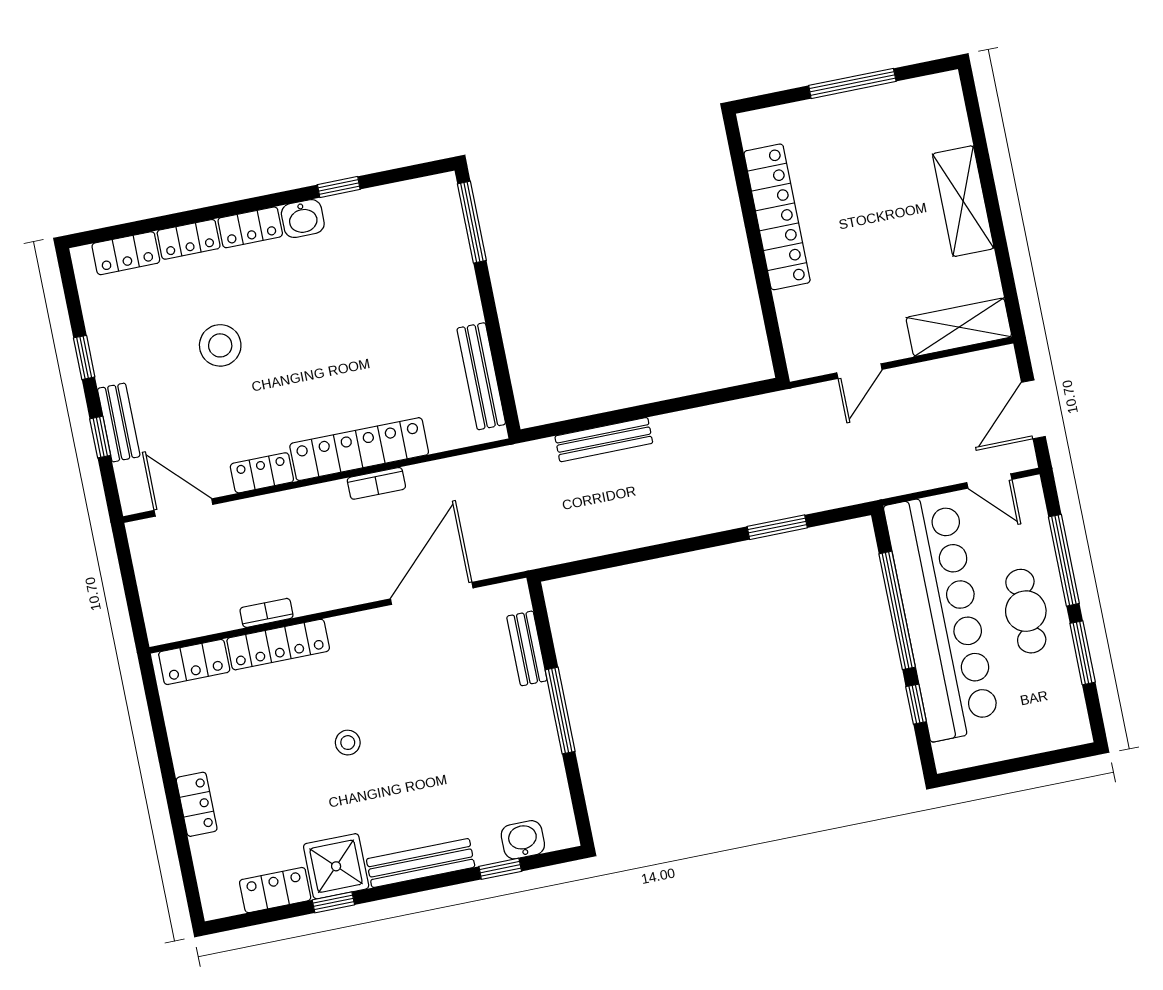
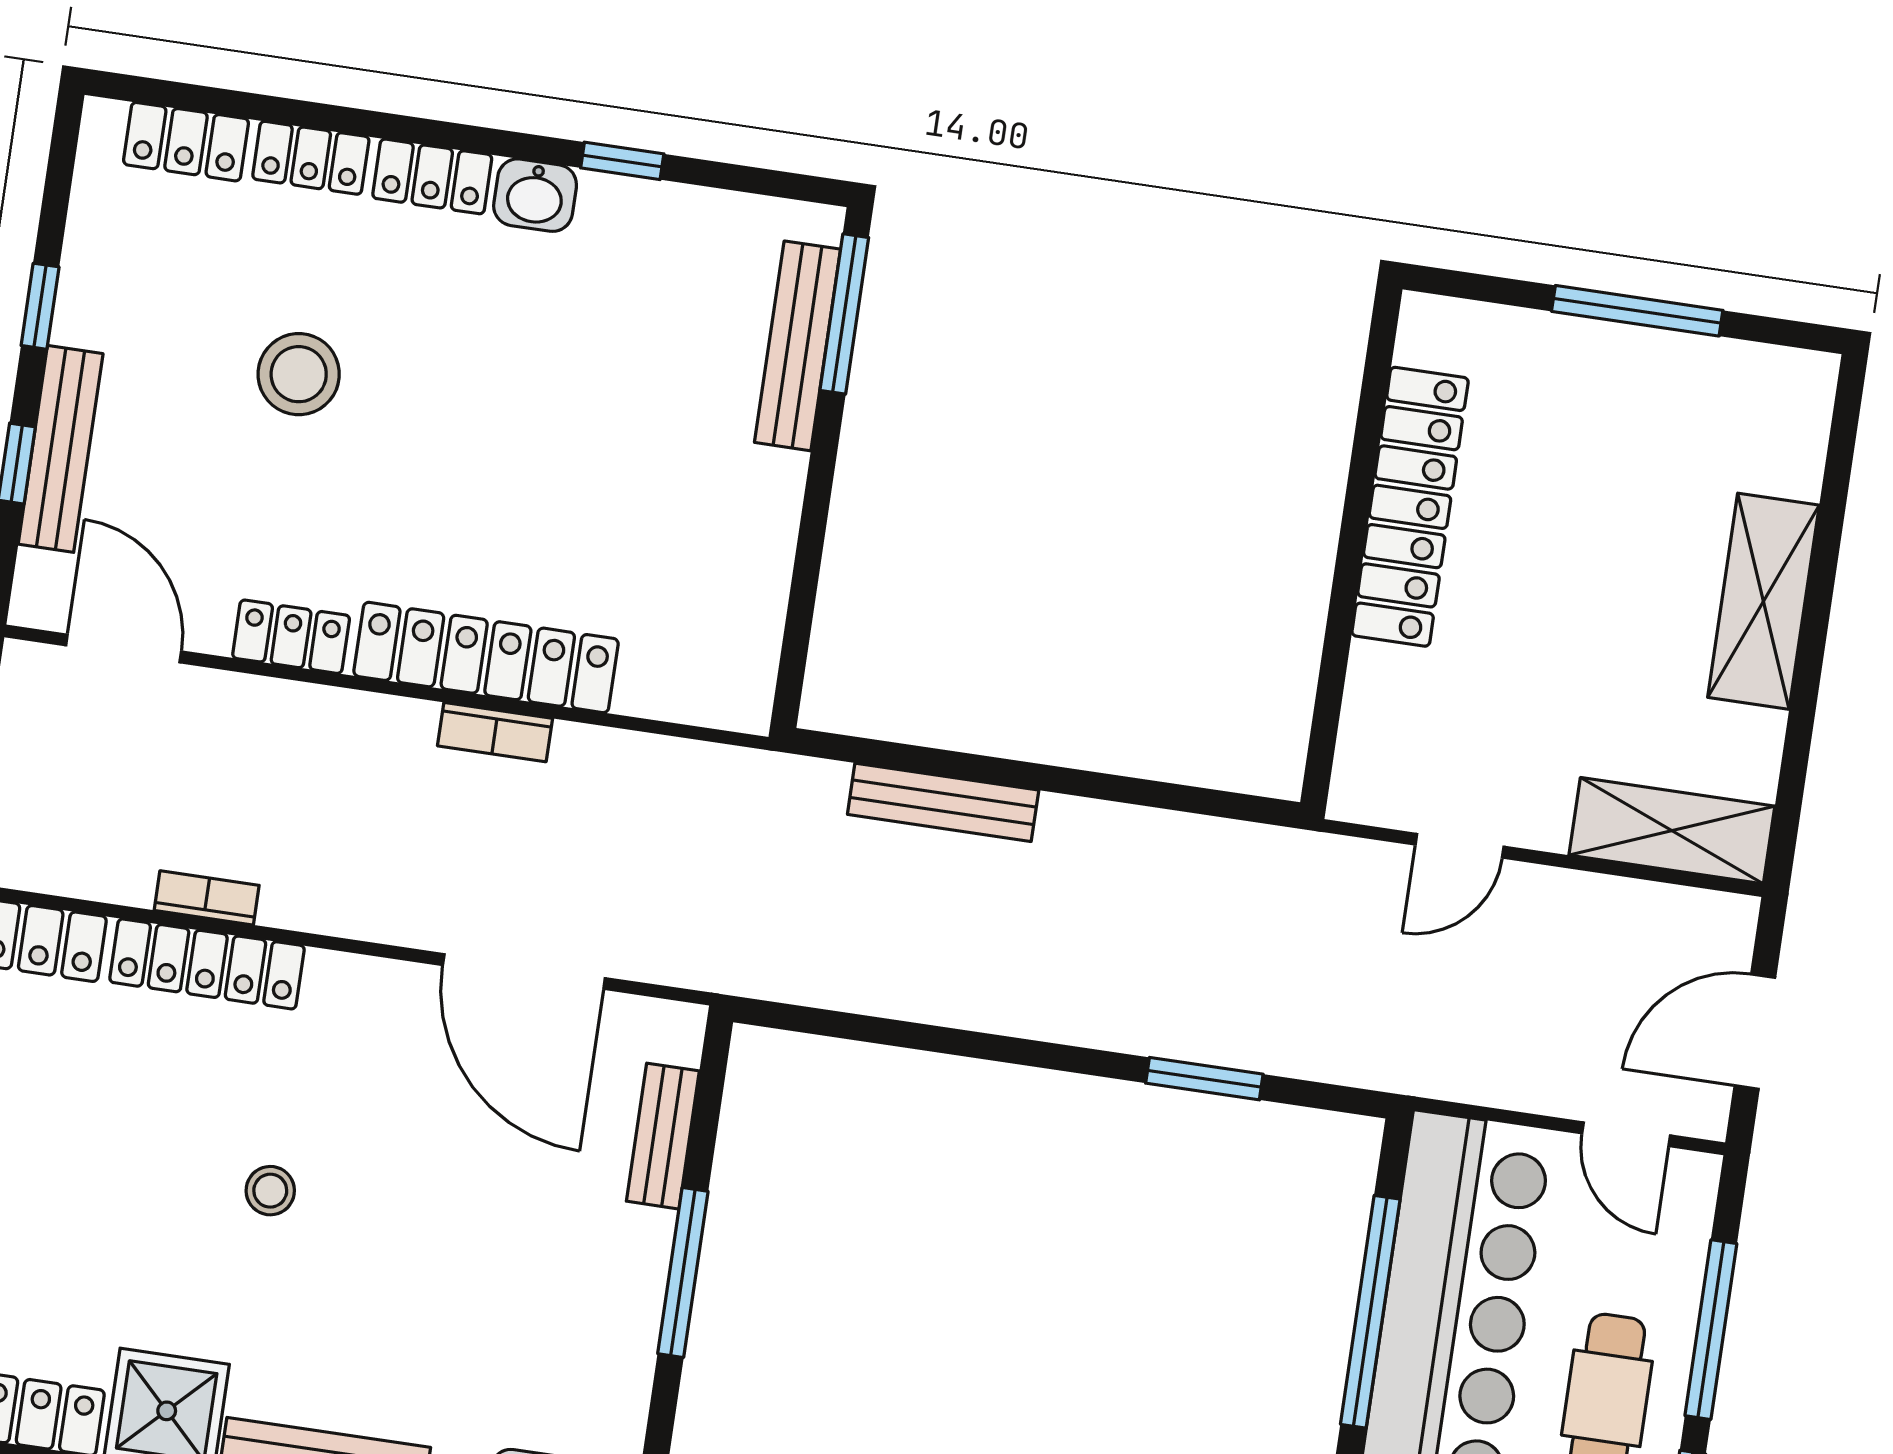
bench: (481, 376) -> (798, 346), moved
bench: (119, 423) -> (61, 449), width x1.36
door: (432, 593) -> (524, 972), swing flipped

